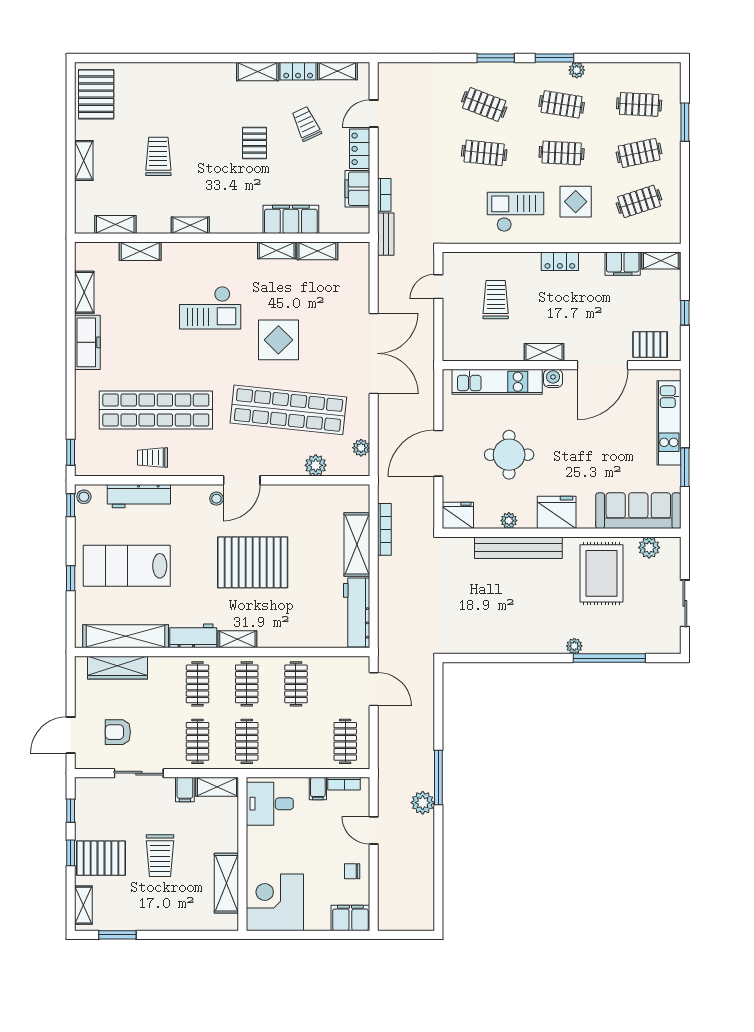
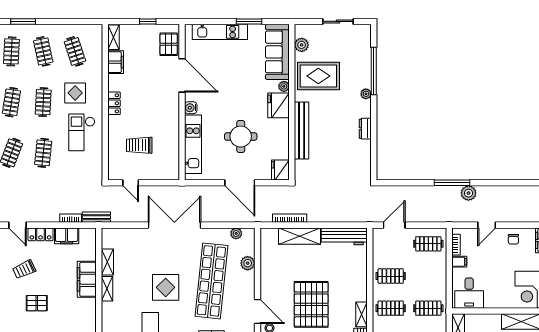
shelving: (544, 352) -> (174, 114), removed
plant: (509, 521) -> (284, 86), moved
dresser: (521, 645) -> (365, 129), added

